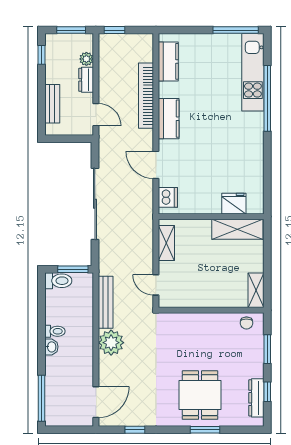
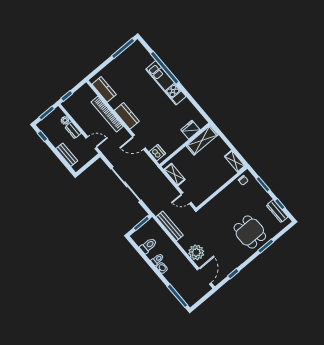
kitchen unit: (253, 72) -> (166, 83), moved
toilet: (58, 281) -> (148, 246), moved
plant: (111, 343) -> (196, 252), moved

